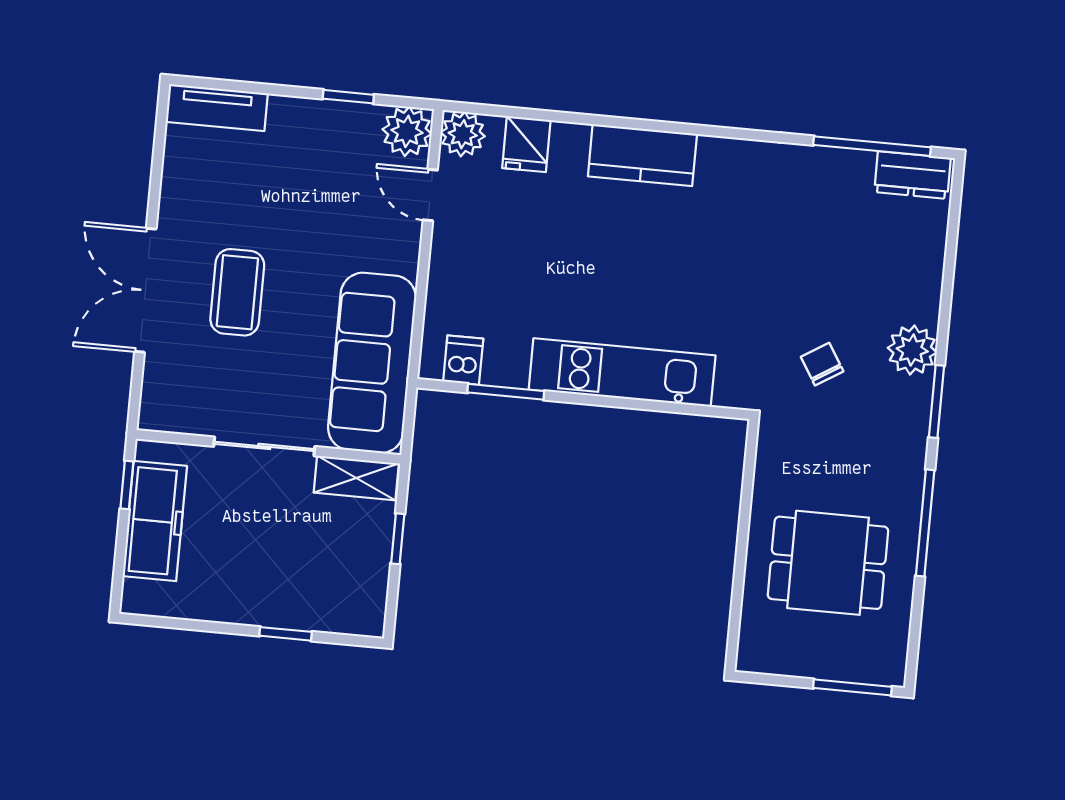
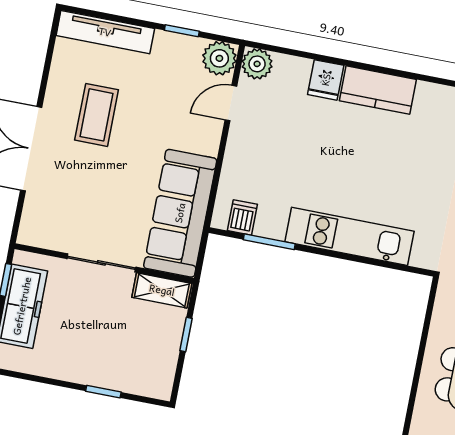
tv unit: (217, 108) -> (105, 32), width x1.41
fridge: (526, 144) -> (326, 80), moved
door: (430, 195) -> (231, 103), hinge flipped
coffee table: (237, 292) -> (97, 115), moved

